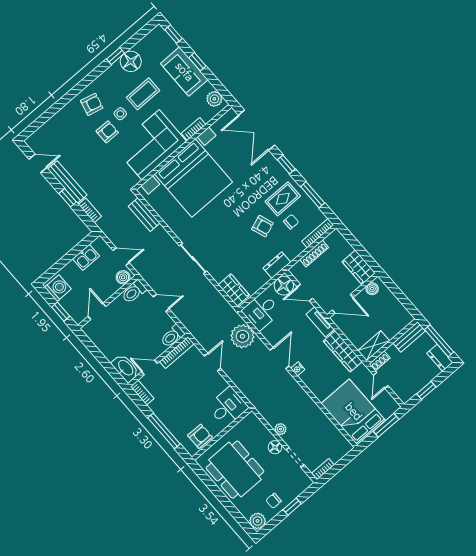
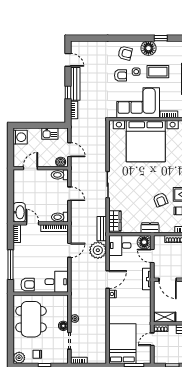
floor lamp: (131, 61) -> (148, 48), moved
bench: (144, 215) -> (102, 229), moved
window: (61, 312) -> (11, 151), removed
wardrobe: (343, 351) -> (145, 306), removed

